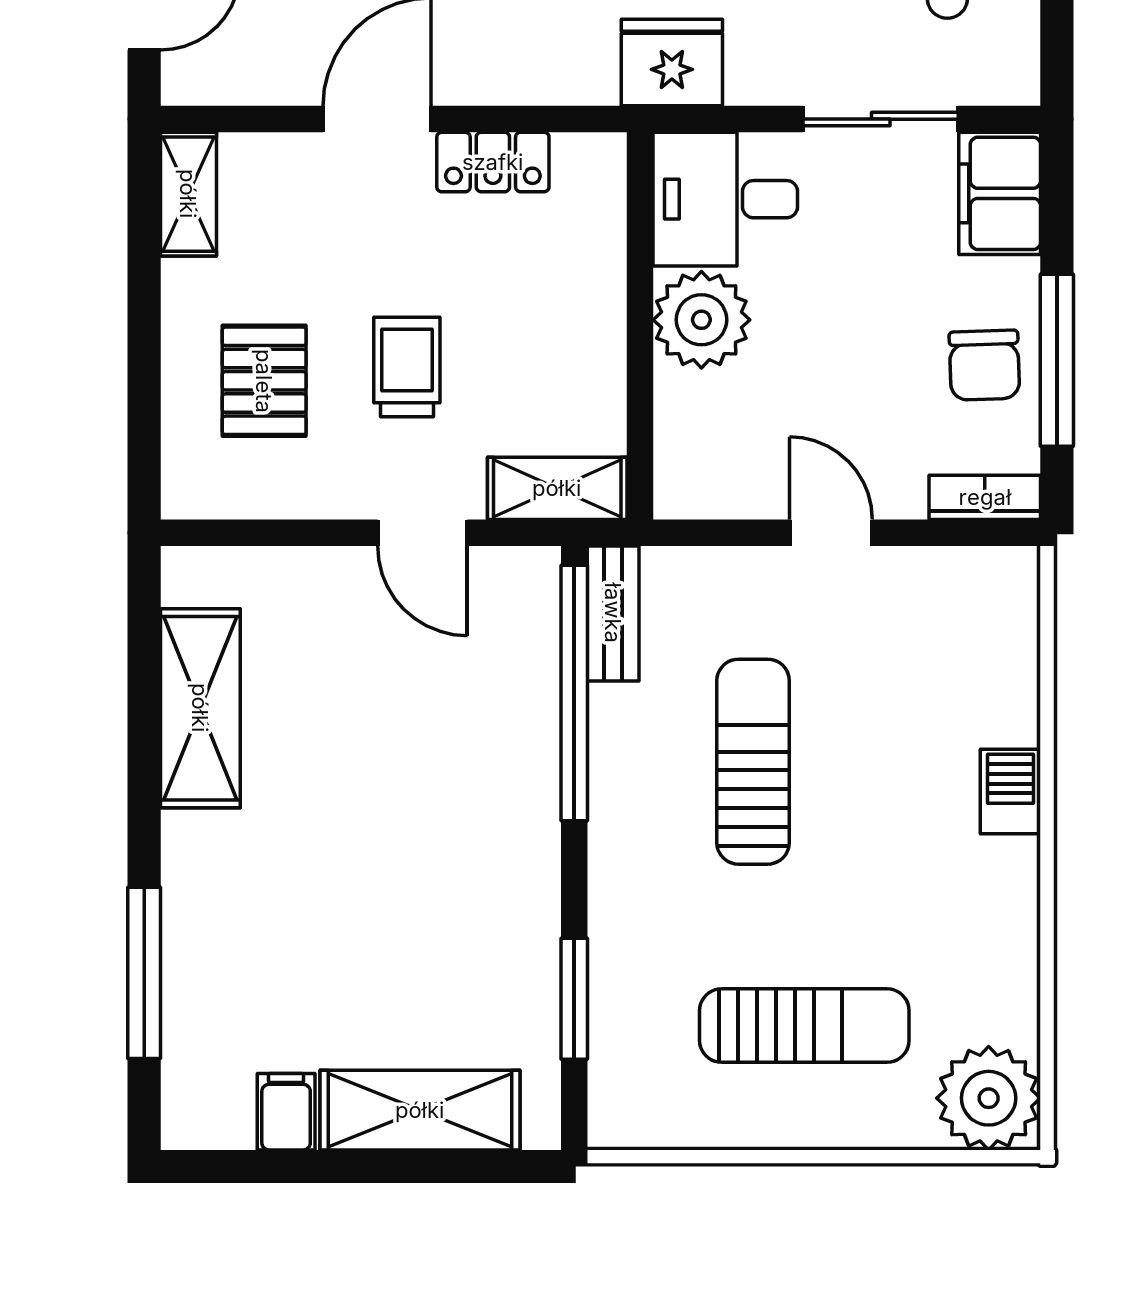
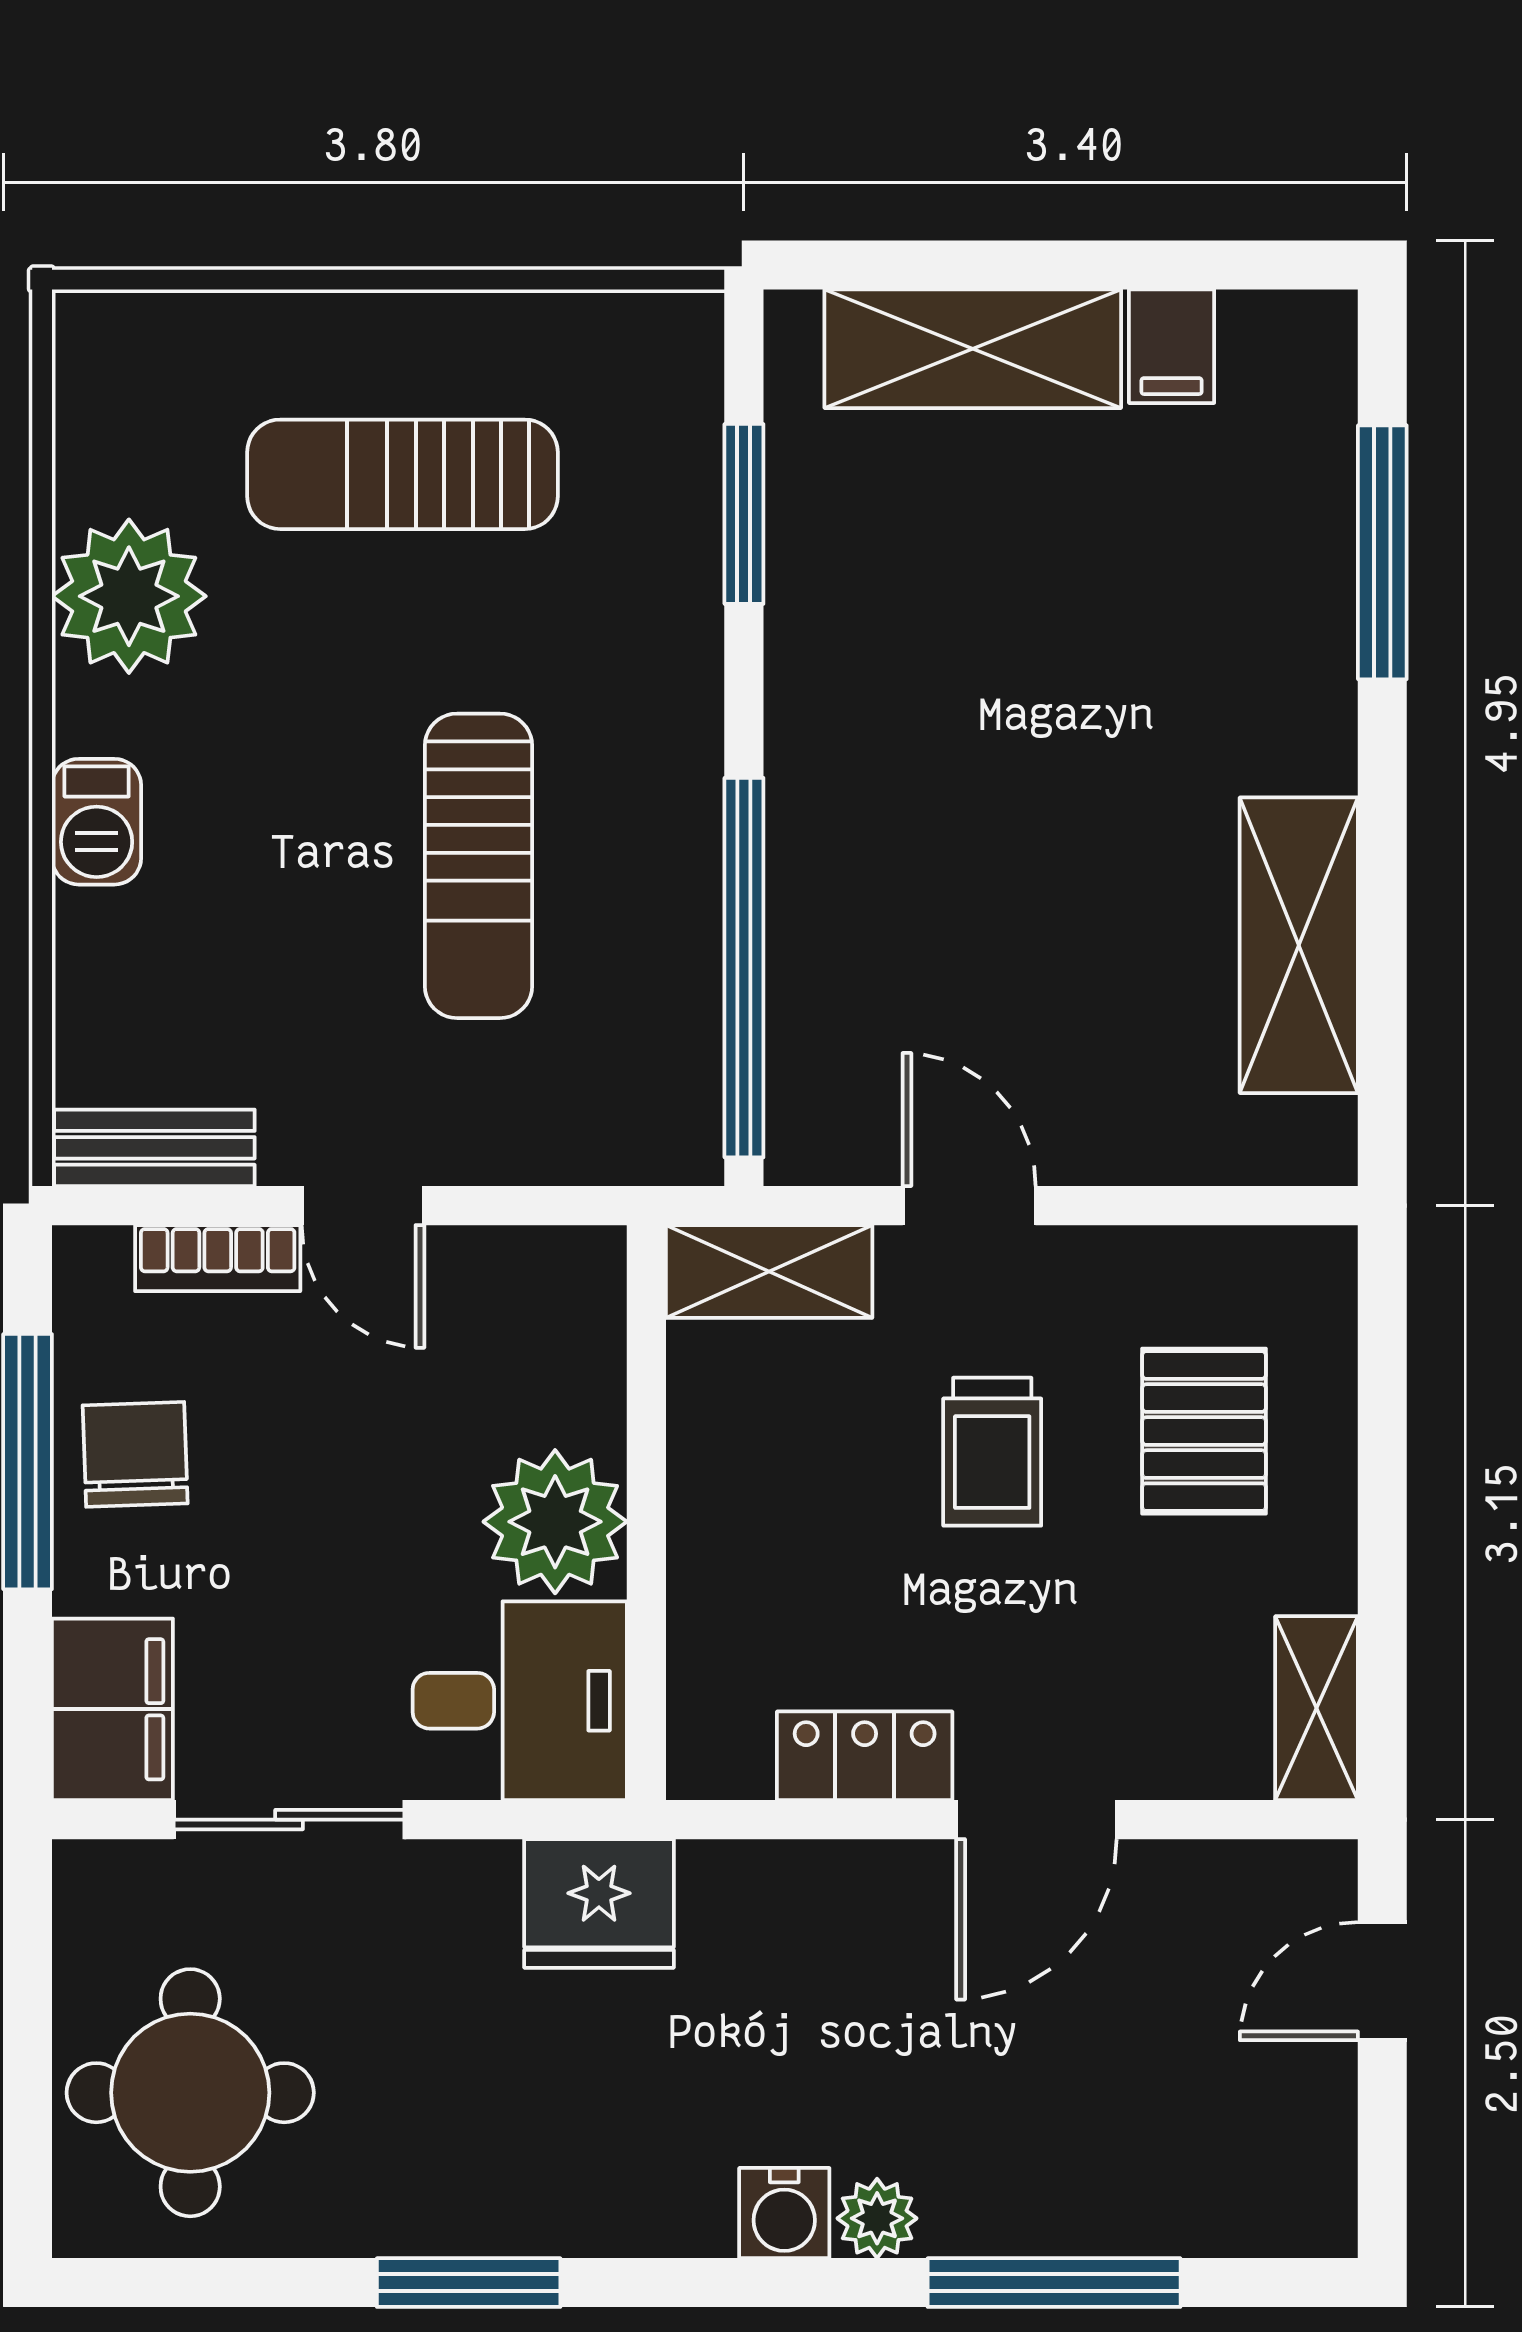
bookcase: (985, 497) -> (218, 1258), moved
bench: (613, 613) -> (154, 1148), moved, turned 90
plant: (989, 1098) -> (129, 596), moved

